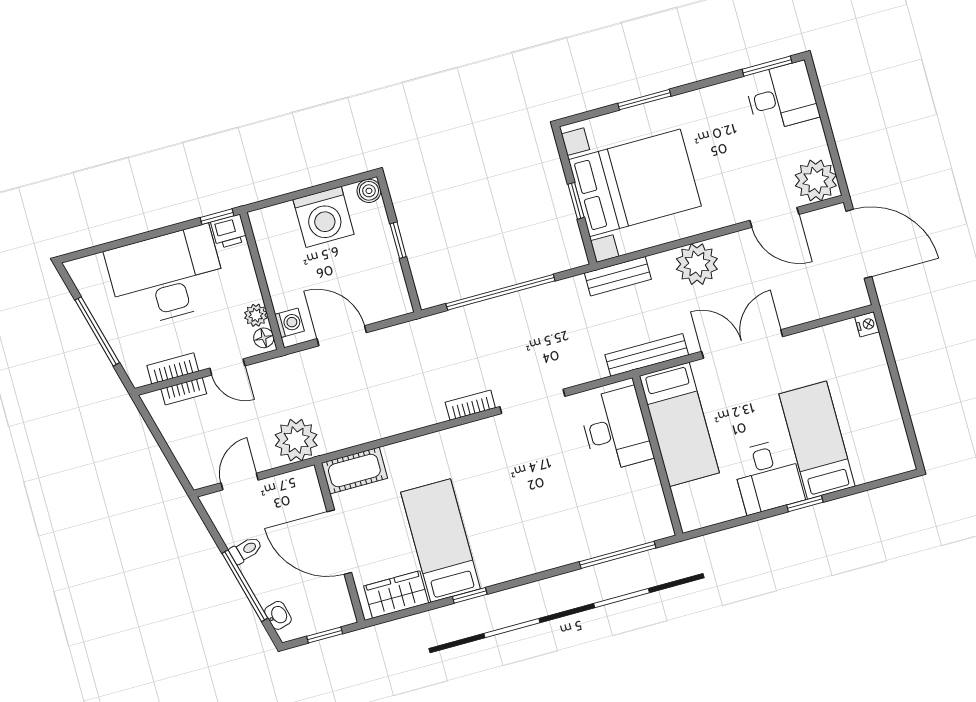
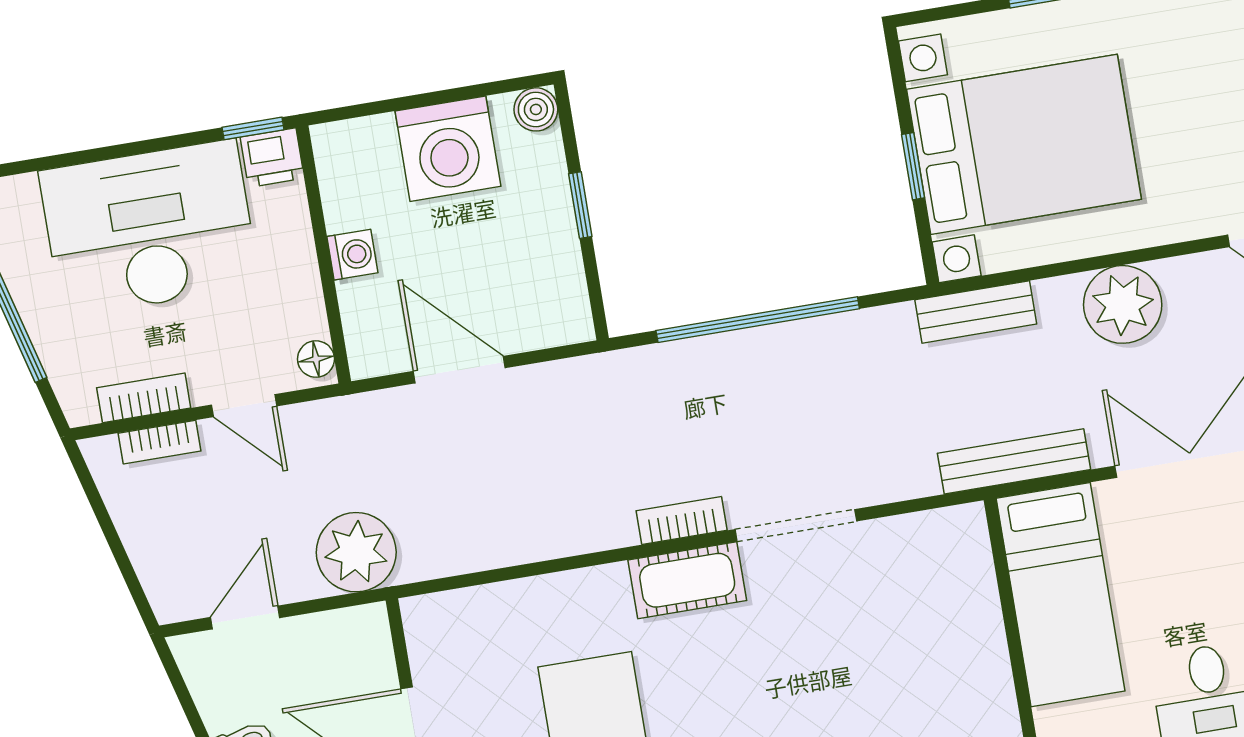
plant: (256, 315) -> (306, 316), removed
washing machine: (290, 323) -> (352, 255), moved
desk: (616, 429) -> (943, 592), removed
cot: (354, 471) -> (687, 580), moved

